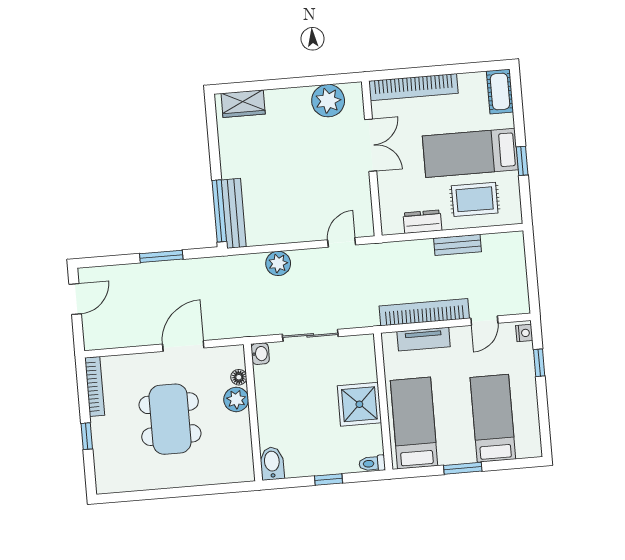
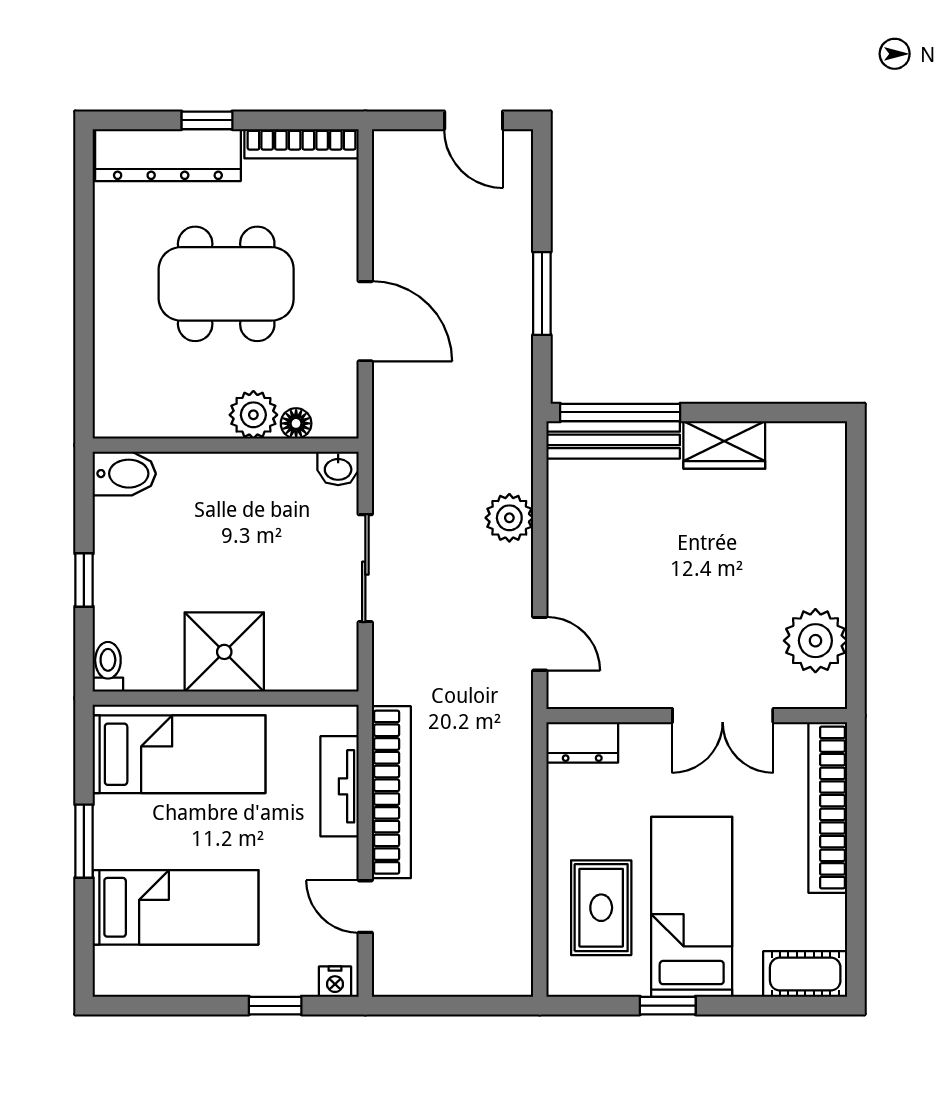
wardrobe: (243, 104) -> (724, 445), moved, turned -90
dresser: (423, 222) -> (582, 742), moved, turned 90
bench: (458, 245) -> (516, 867), removed
dresser: (106, 455) -> (168, 155), added

